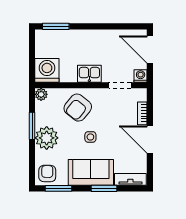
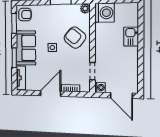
window: (56, 26) -> (141, 19), removed
door: (150, 49) -> (121, 96), swing flipped
kitchen sink: (89, 74) -> (131, 37), moved, turned 180
plant: (47, 138) -> (51, 14), removed

